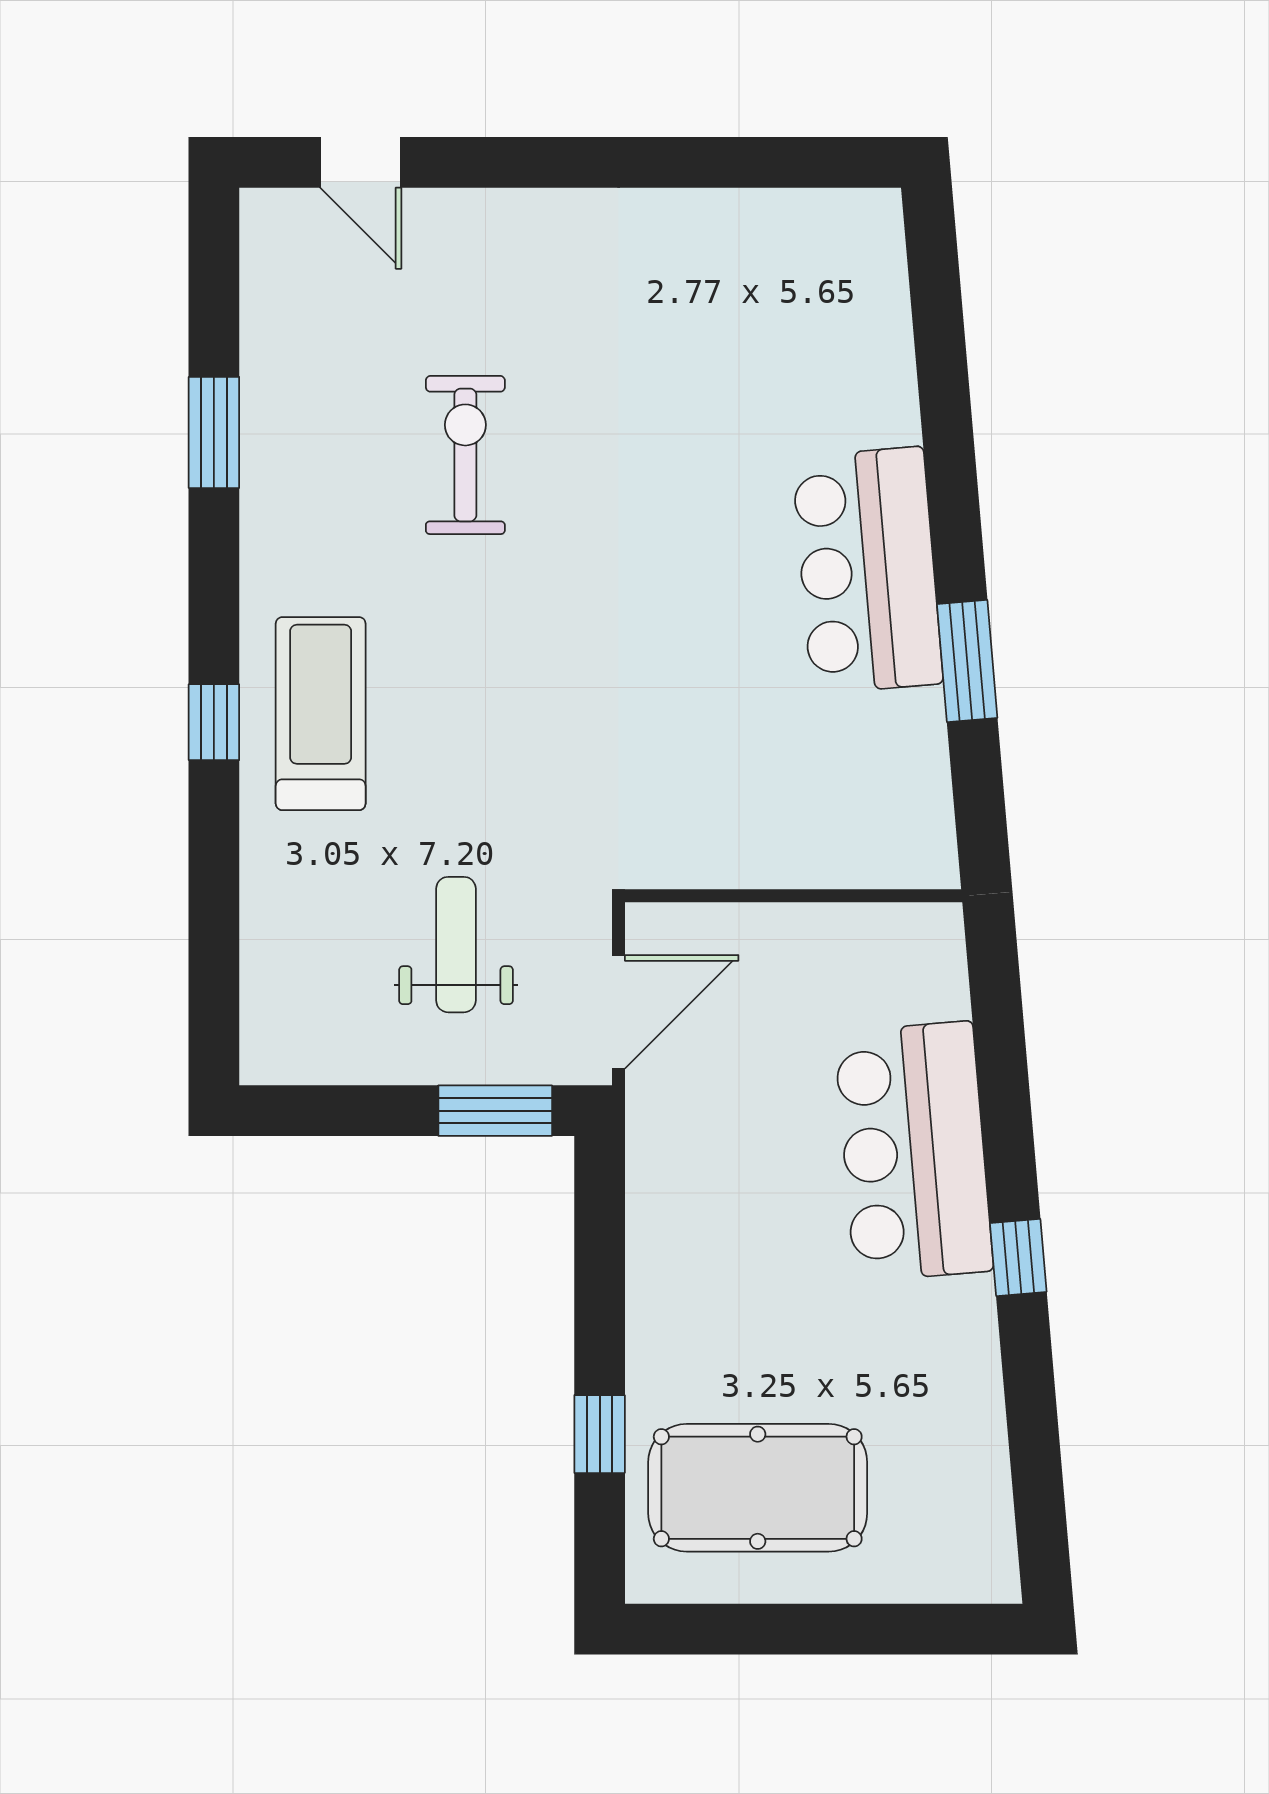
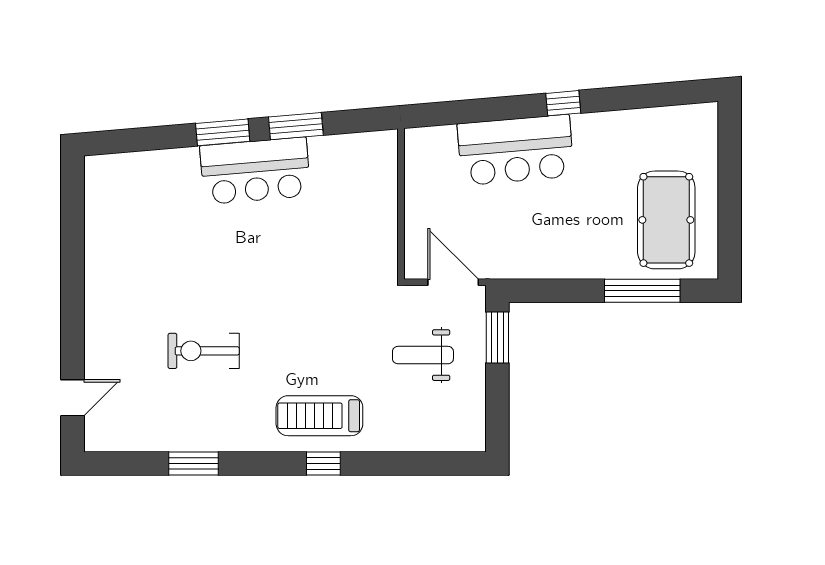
window: (953, 497) -> (223, 132), added
window: (600, 1434) -> (642, 291), width x2.17

